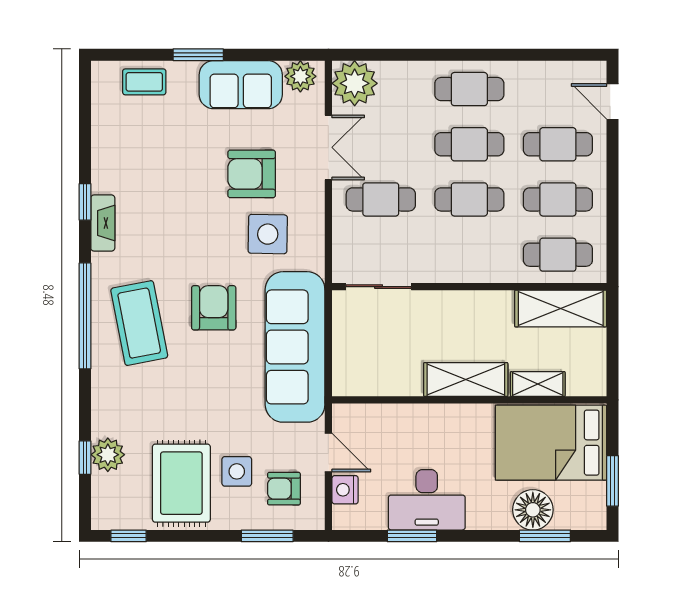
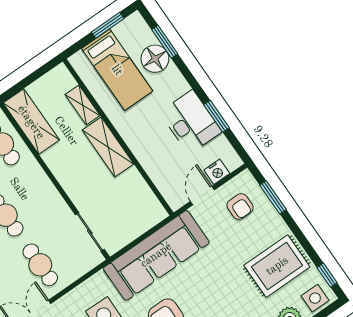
bed: (551, 443) -> (117, 70), width x0.67
side table: (237, 471) -> (315, 298), moved

